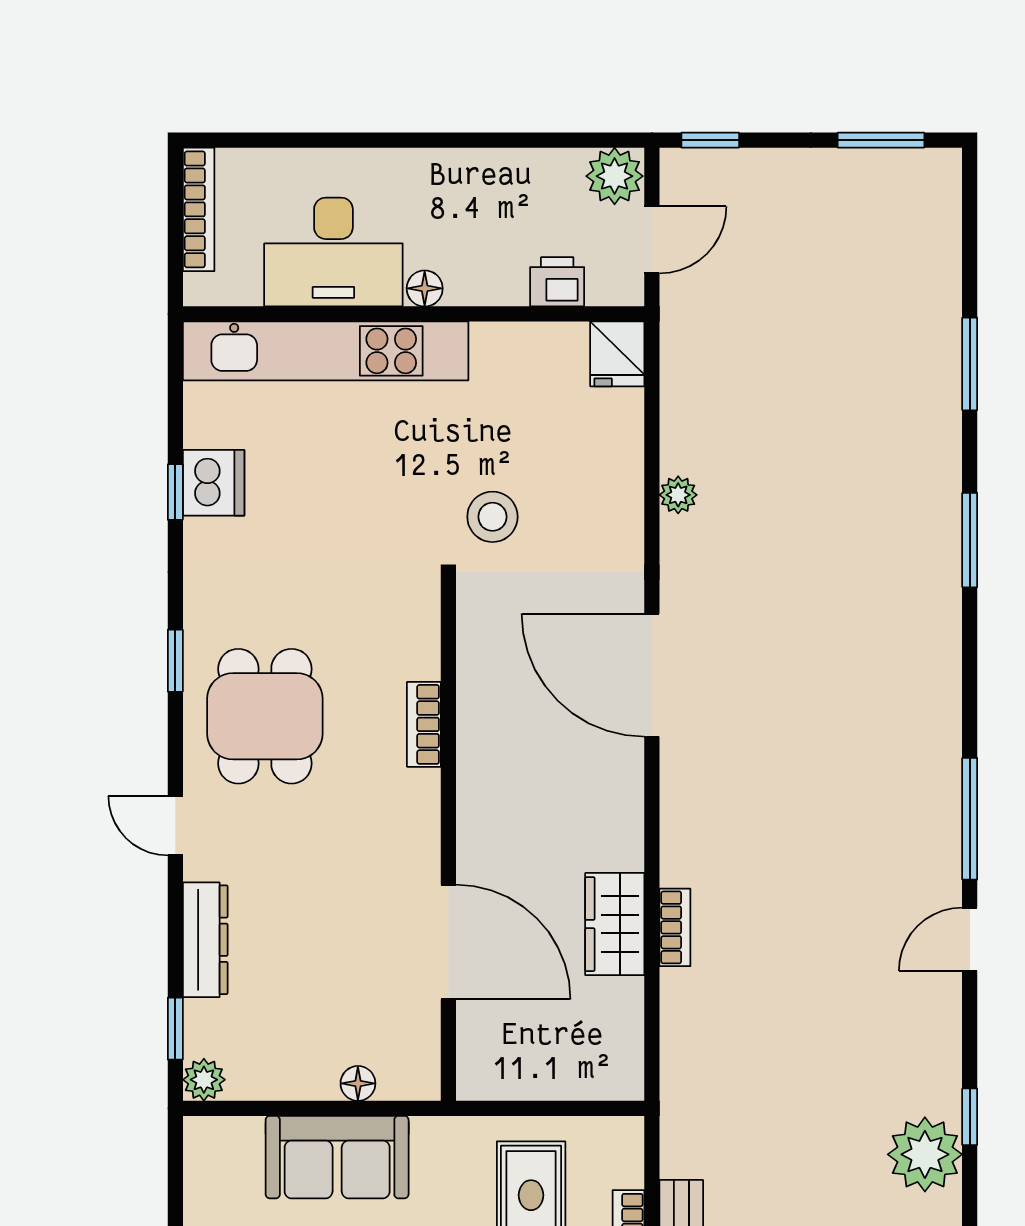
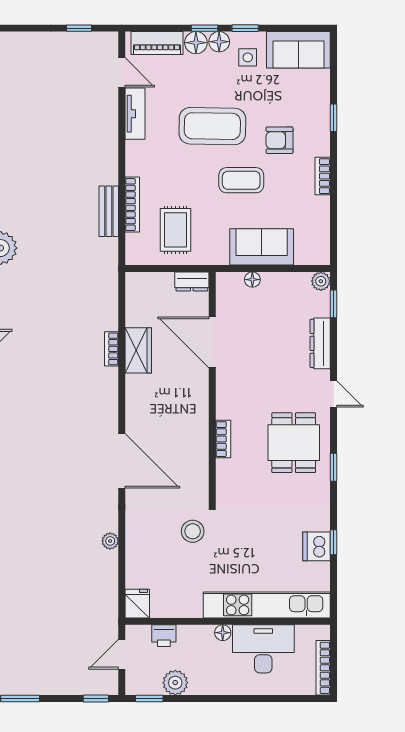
window: (590, 140) -> (149, 699), added
plant: (615, 176) -> (175, 683), moved
dresser: (494, 1079) -> (192, 281), added

